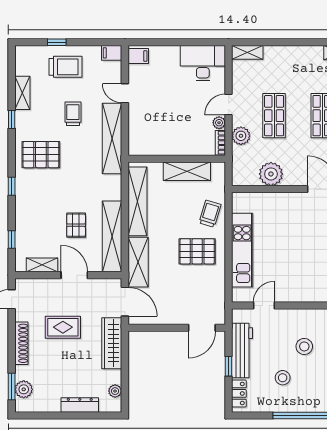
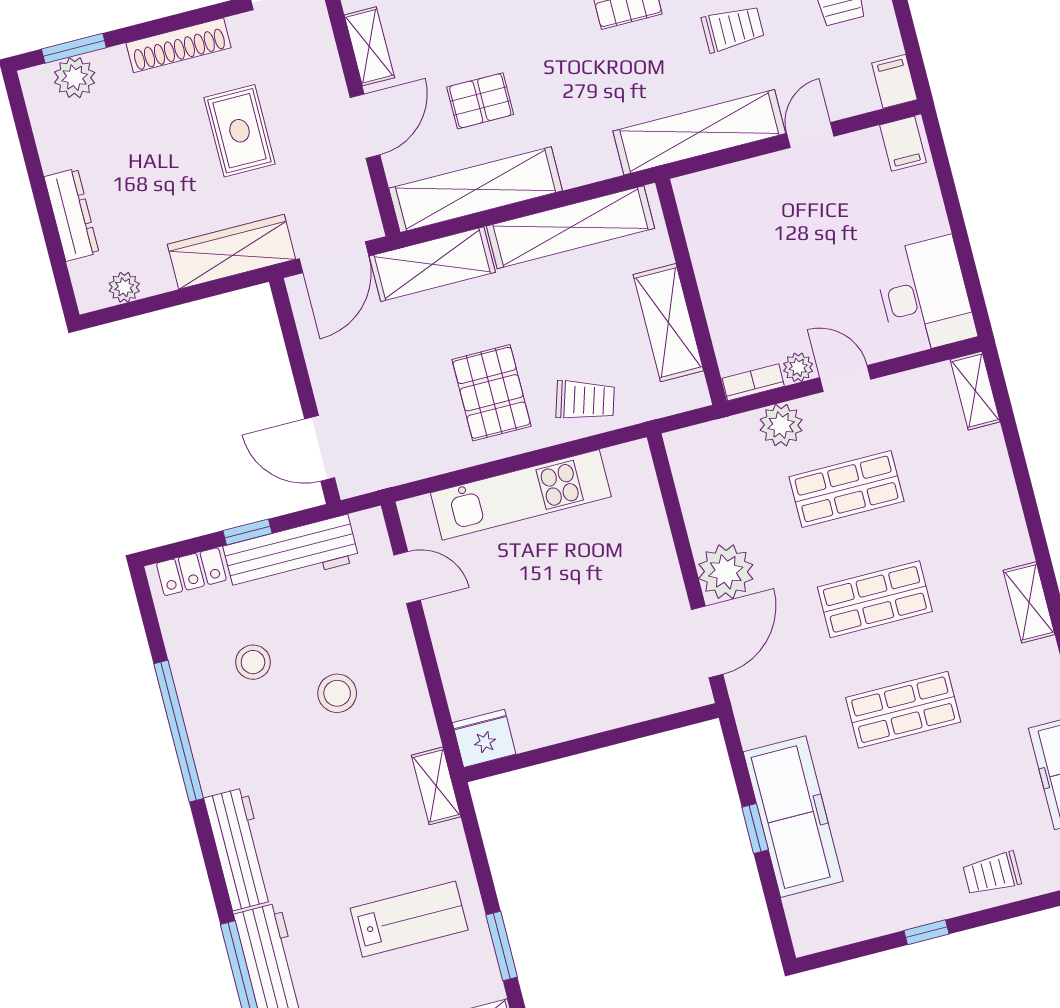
plant: (271, 174) -> (726, 572), moved

